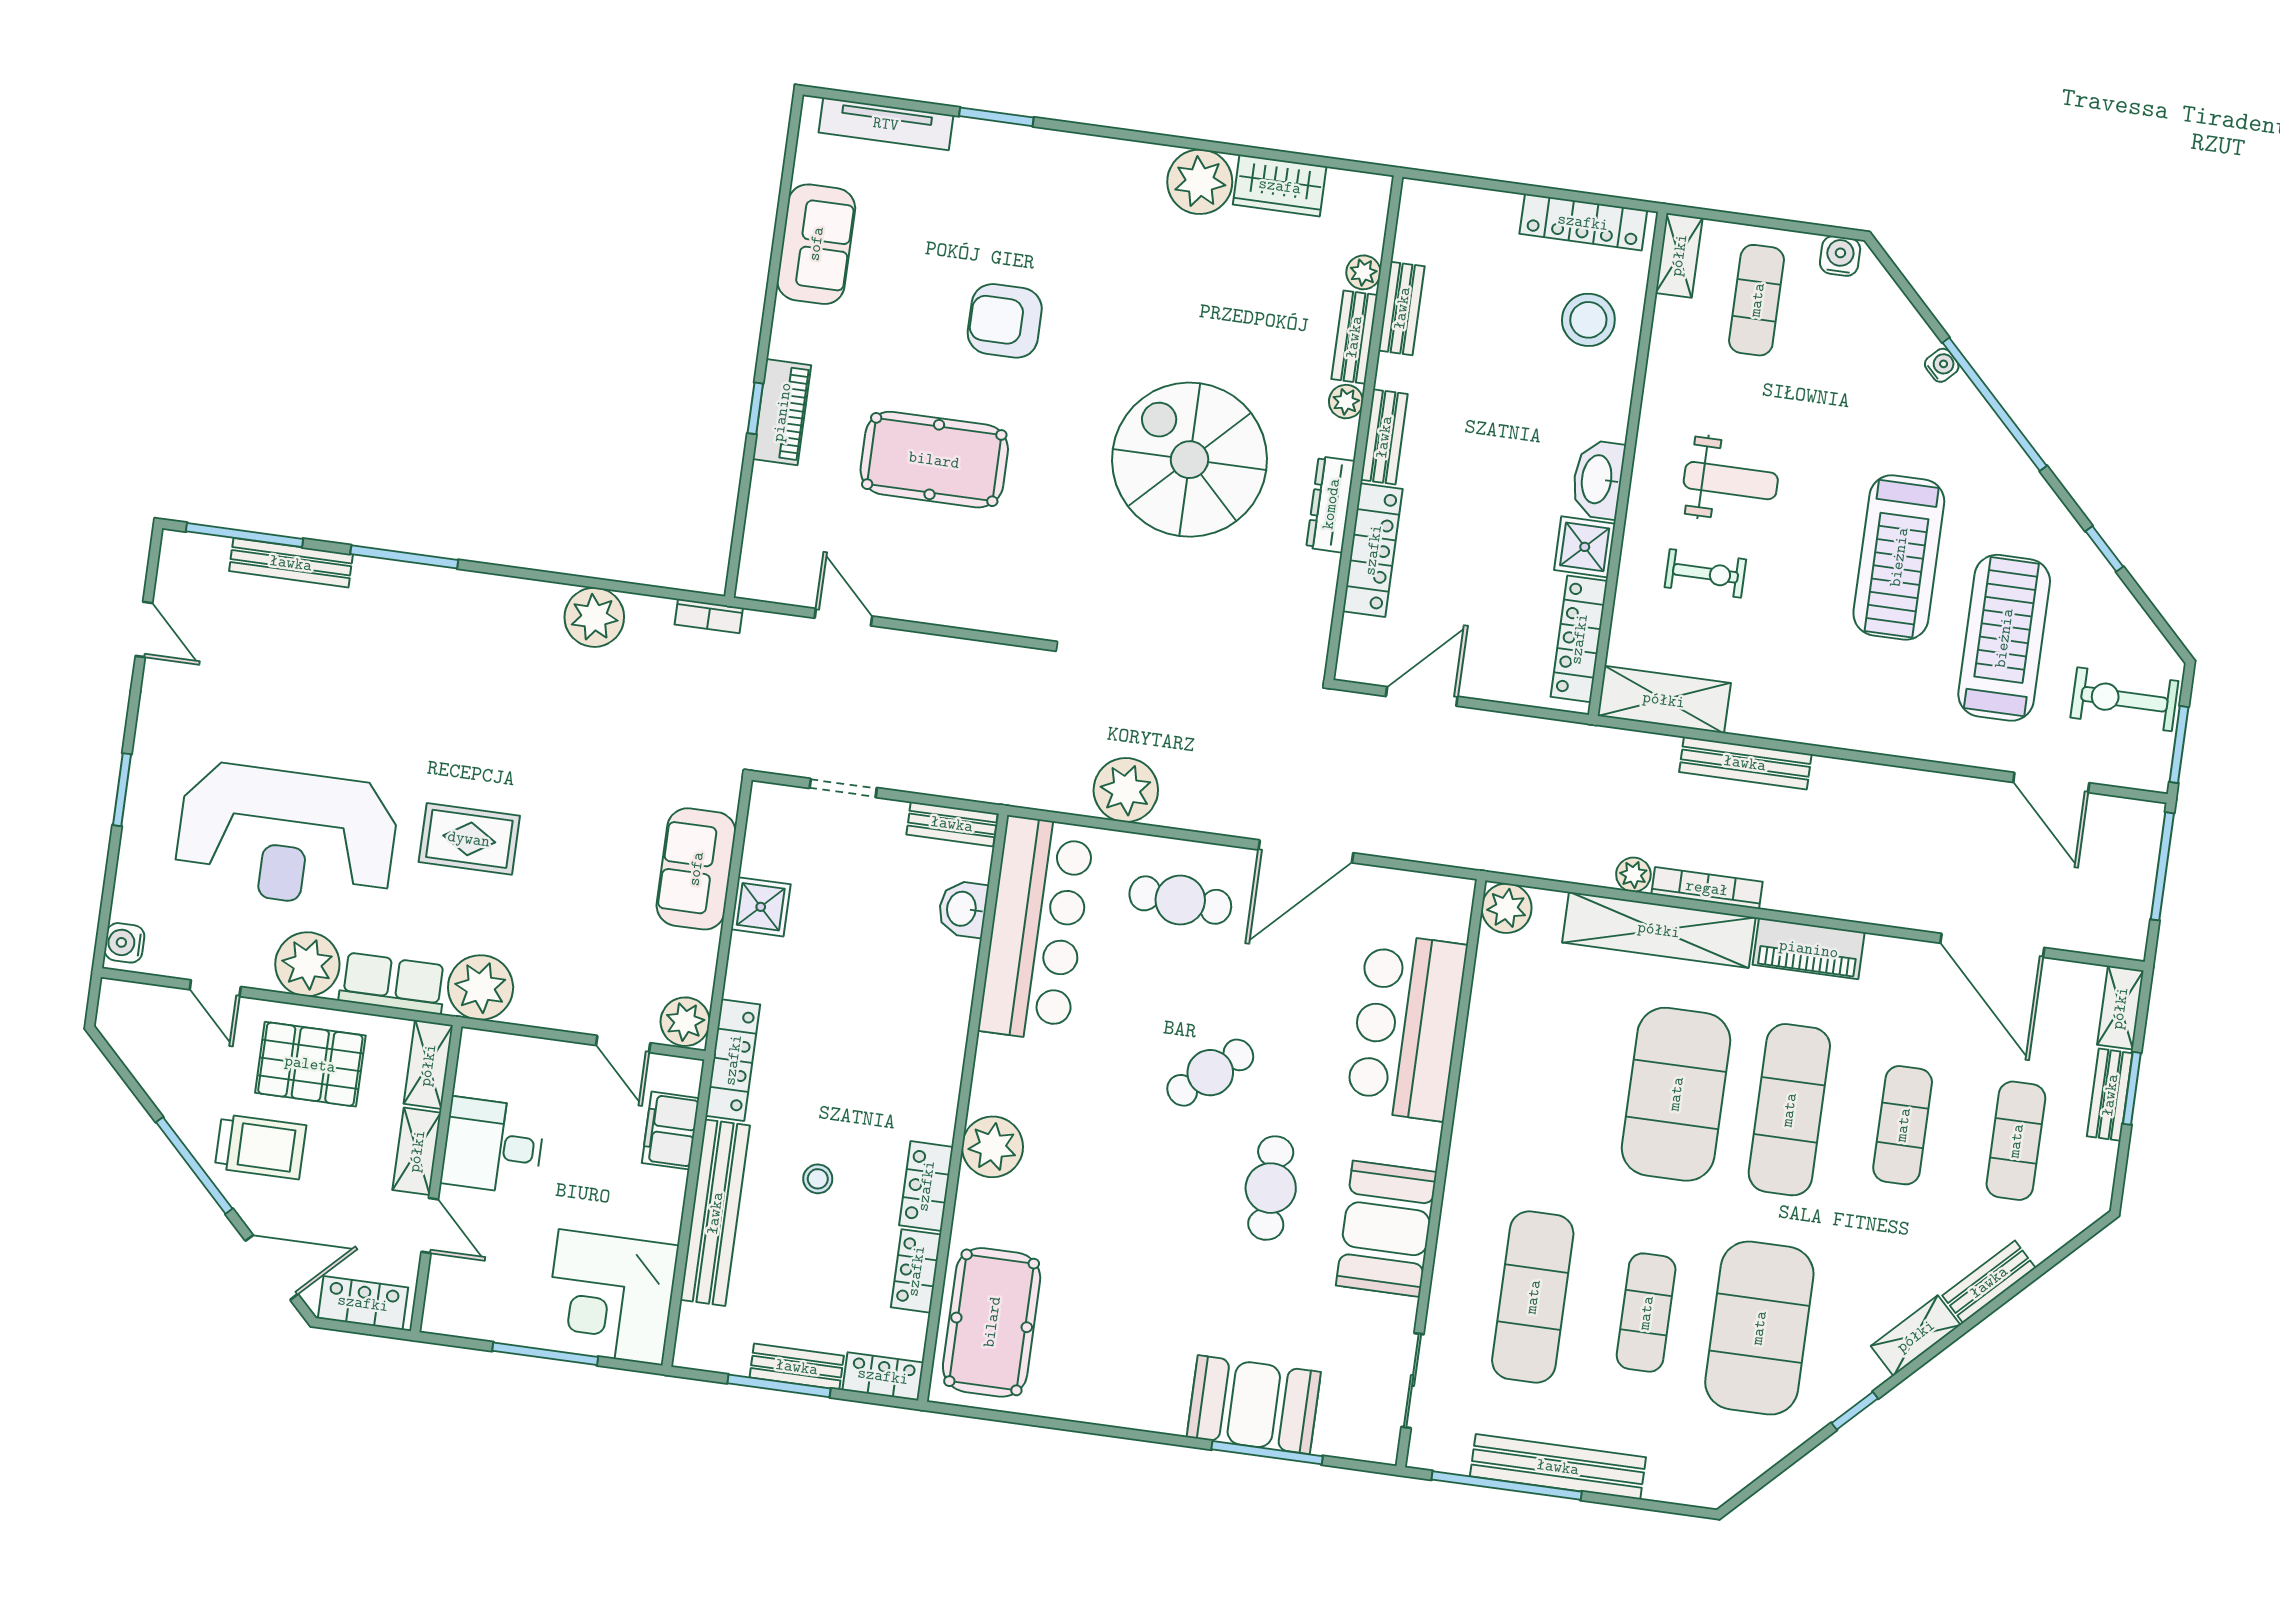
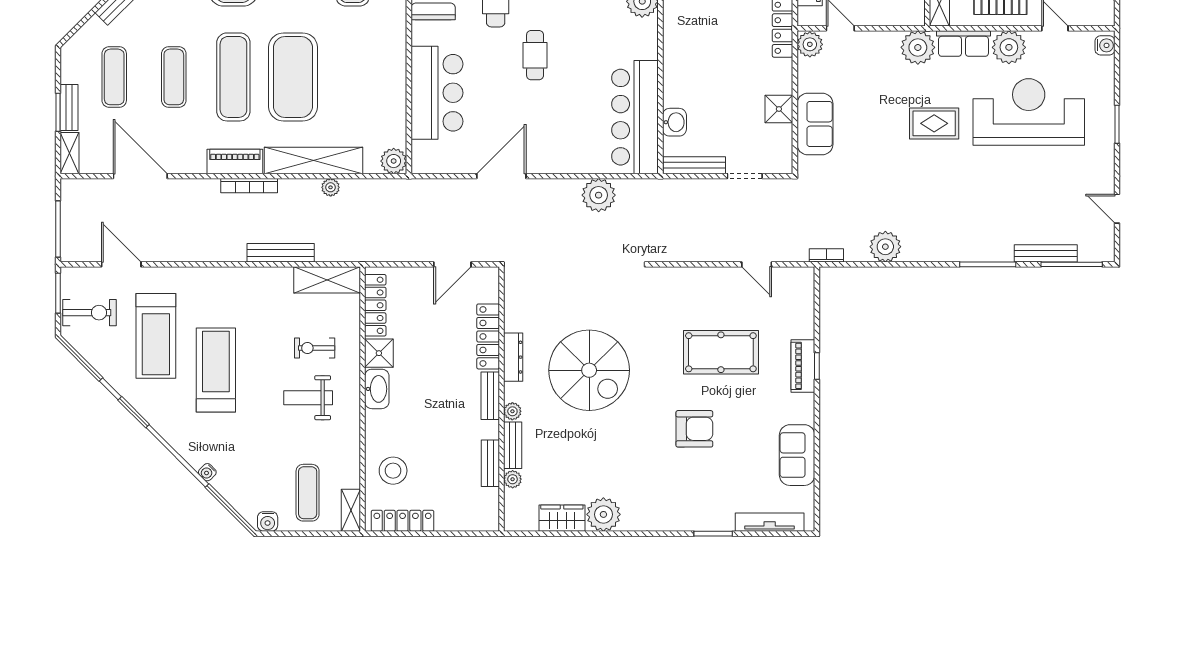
bench: (952, 824) -> (694, 165), width x1.36
bookcase: (1707, 888) -> (249, 186), moved
cafe table: (1180, 900) -> (563, 142), removed
cafe table: (1210, 1073) -> (535, 55), turned -50

